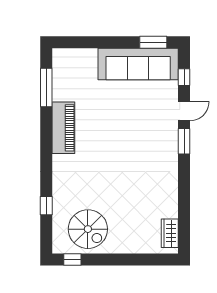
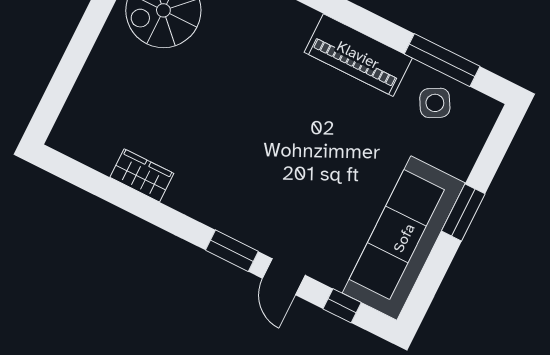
window: (153, 42) -> (463, 212), moved
side table: (68, 81) -> (435, 103), added
wardrobe: (170, 233) -> (142, 175), moved

